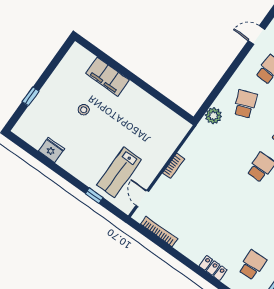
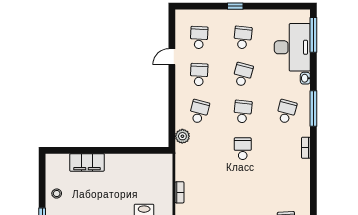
school desk: (245, 104) -> (199, 112), turned 36
stool: (84, 110) -> (57, 194), moved

